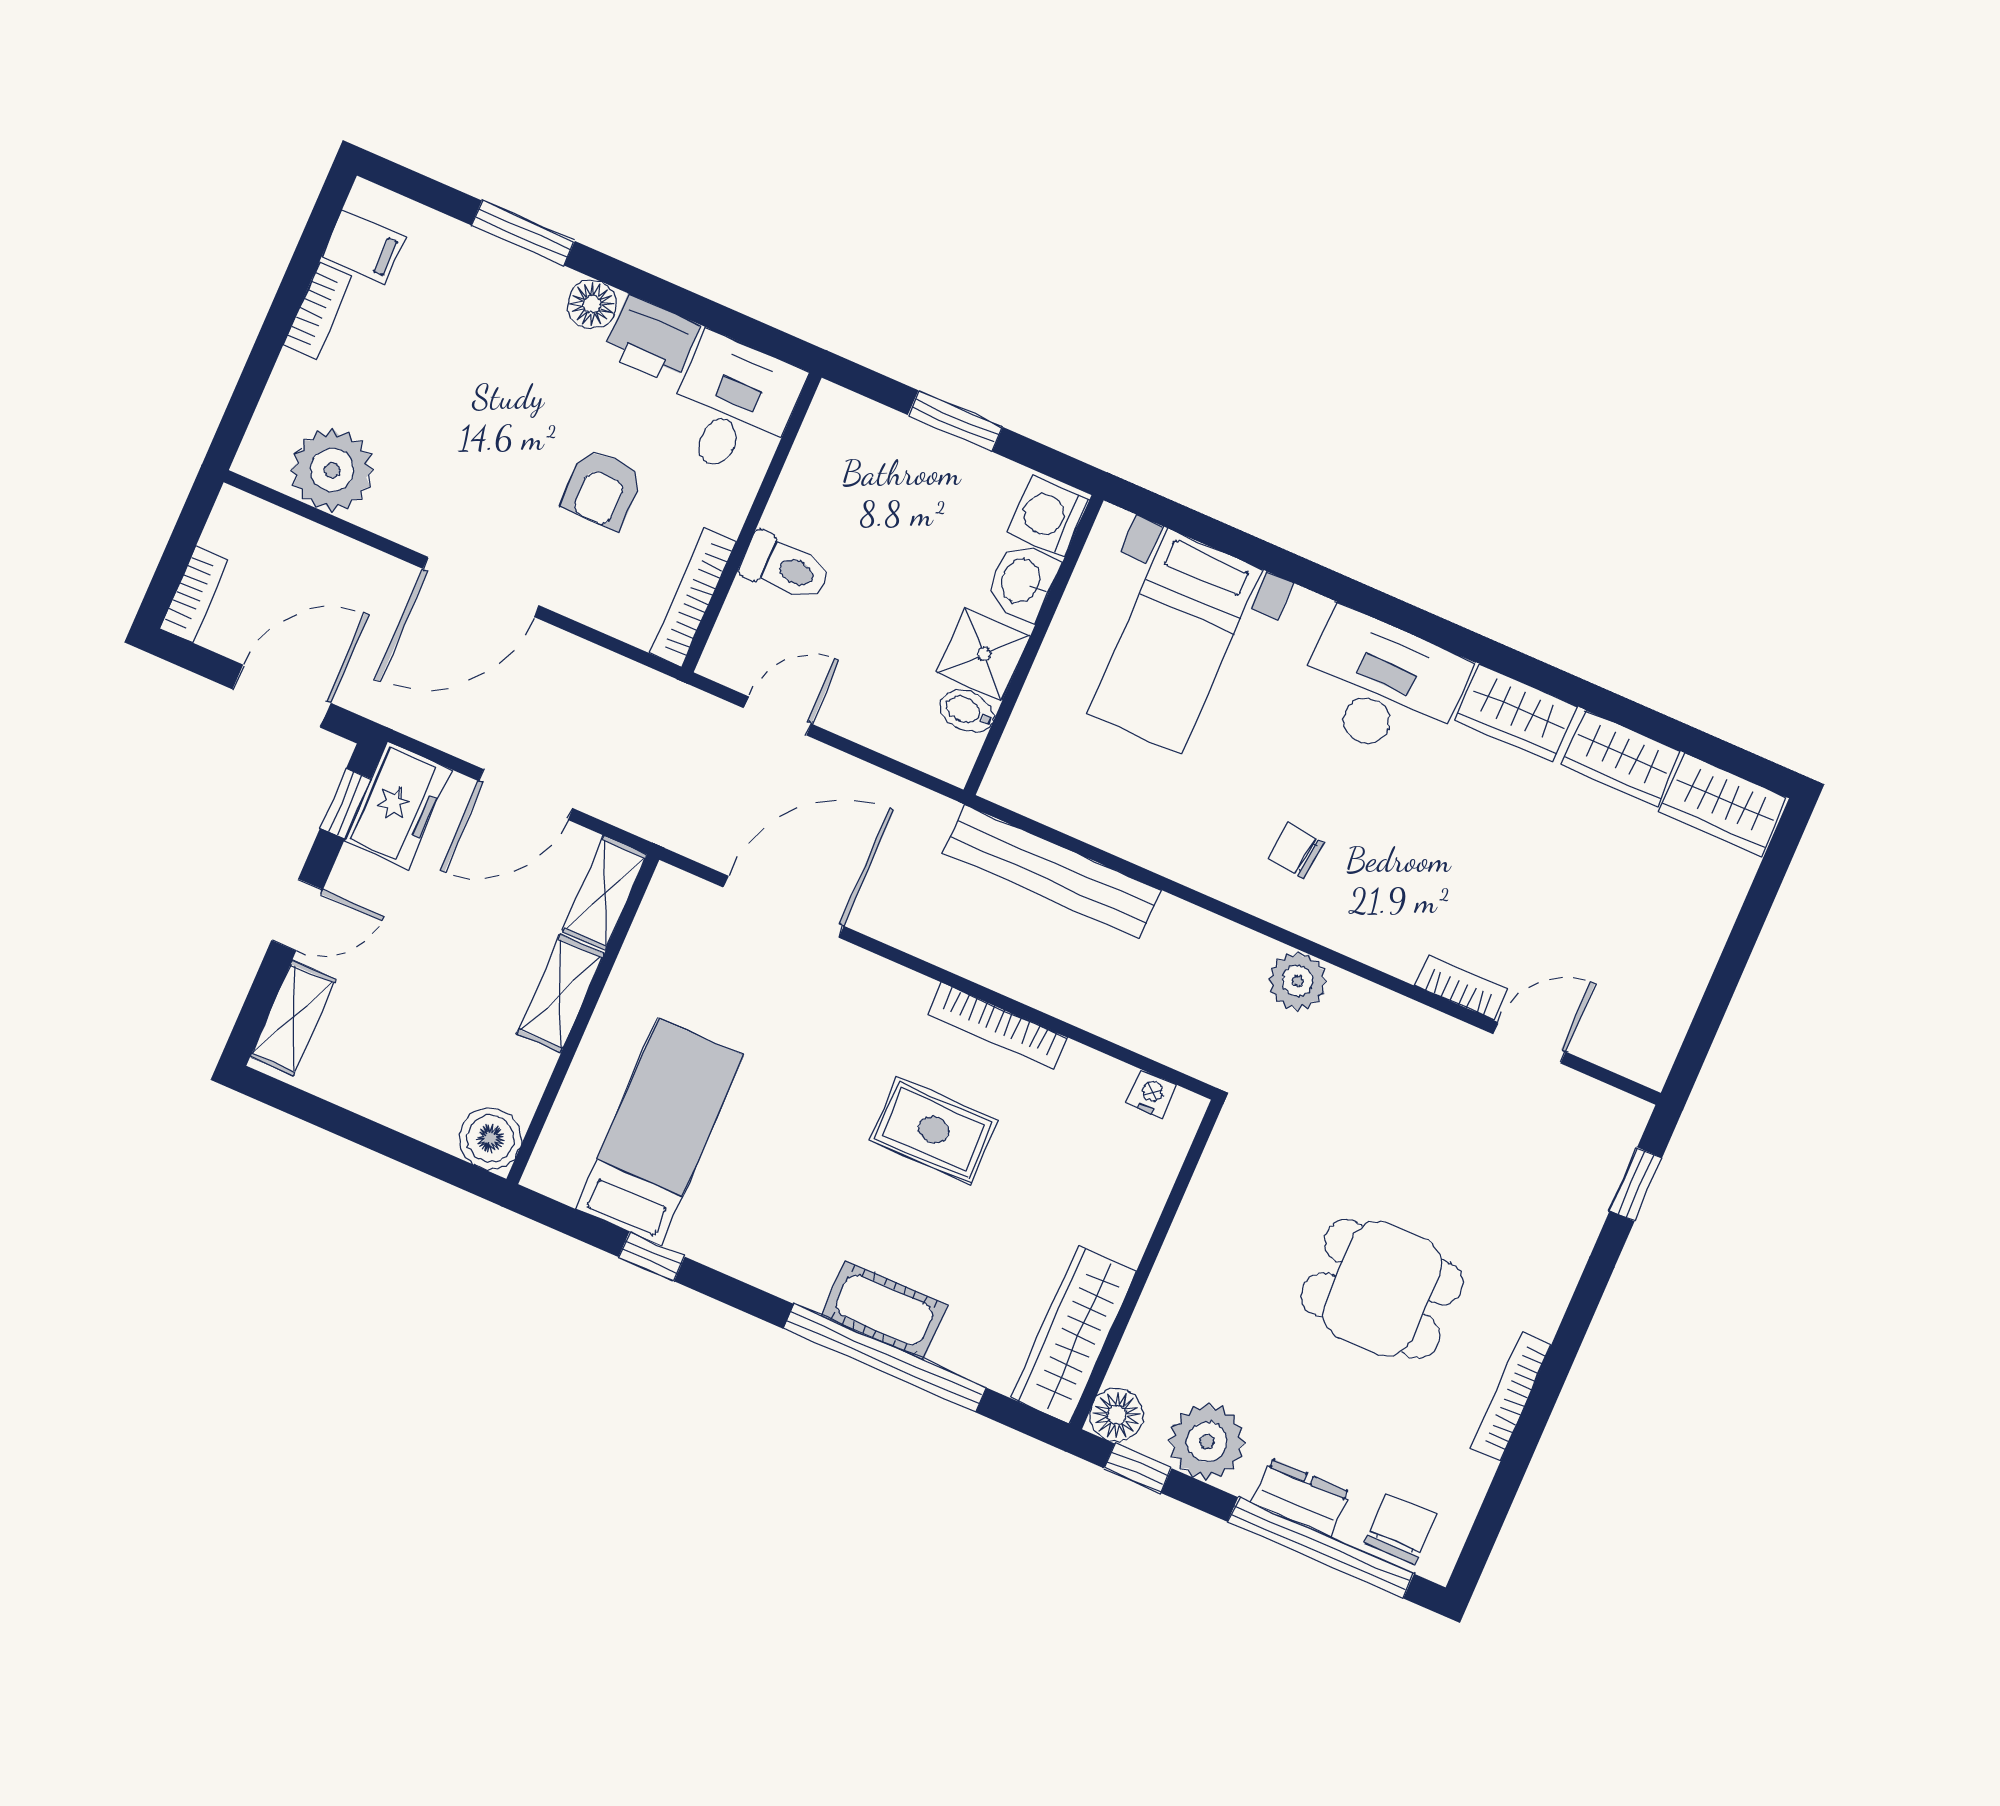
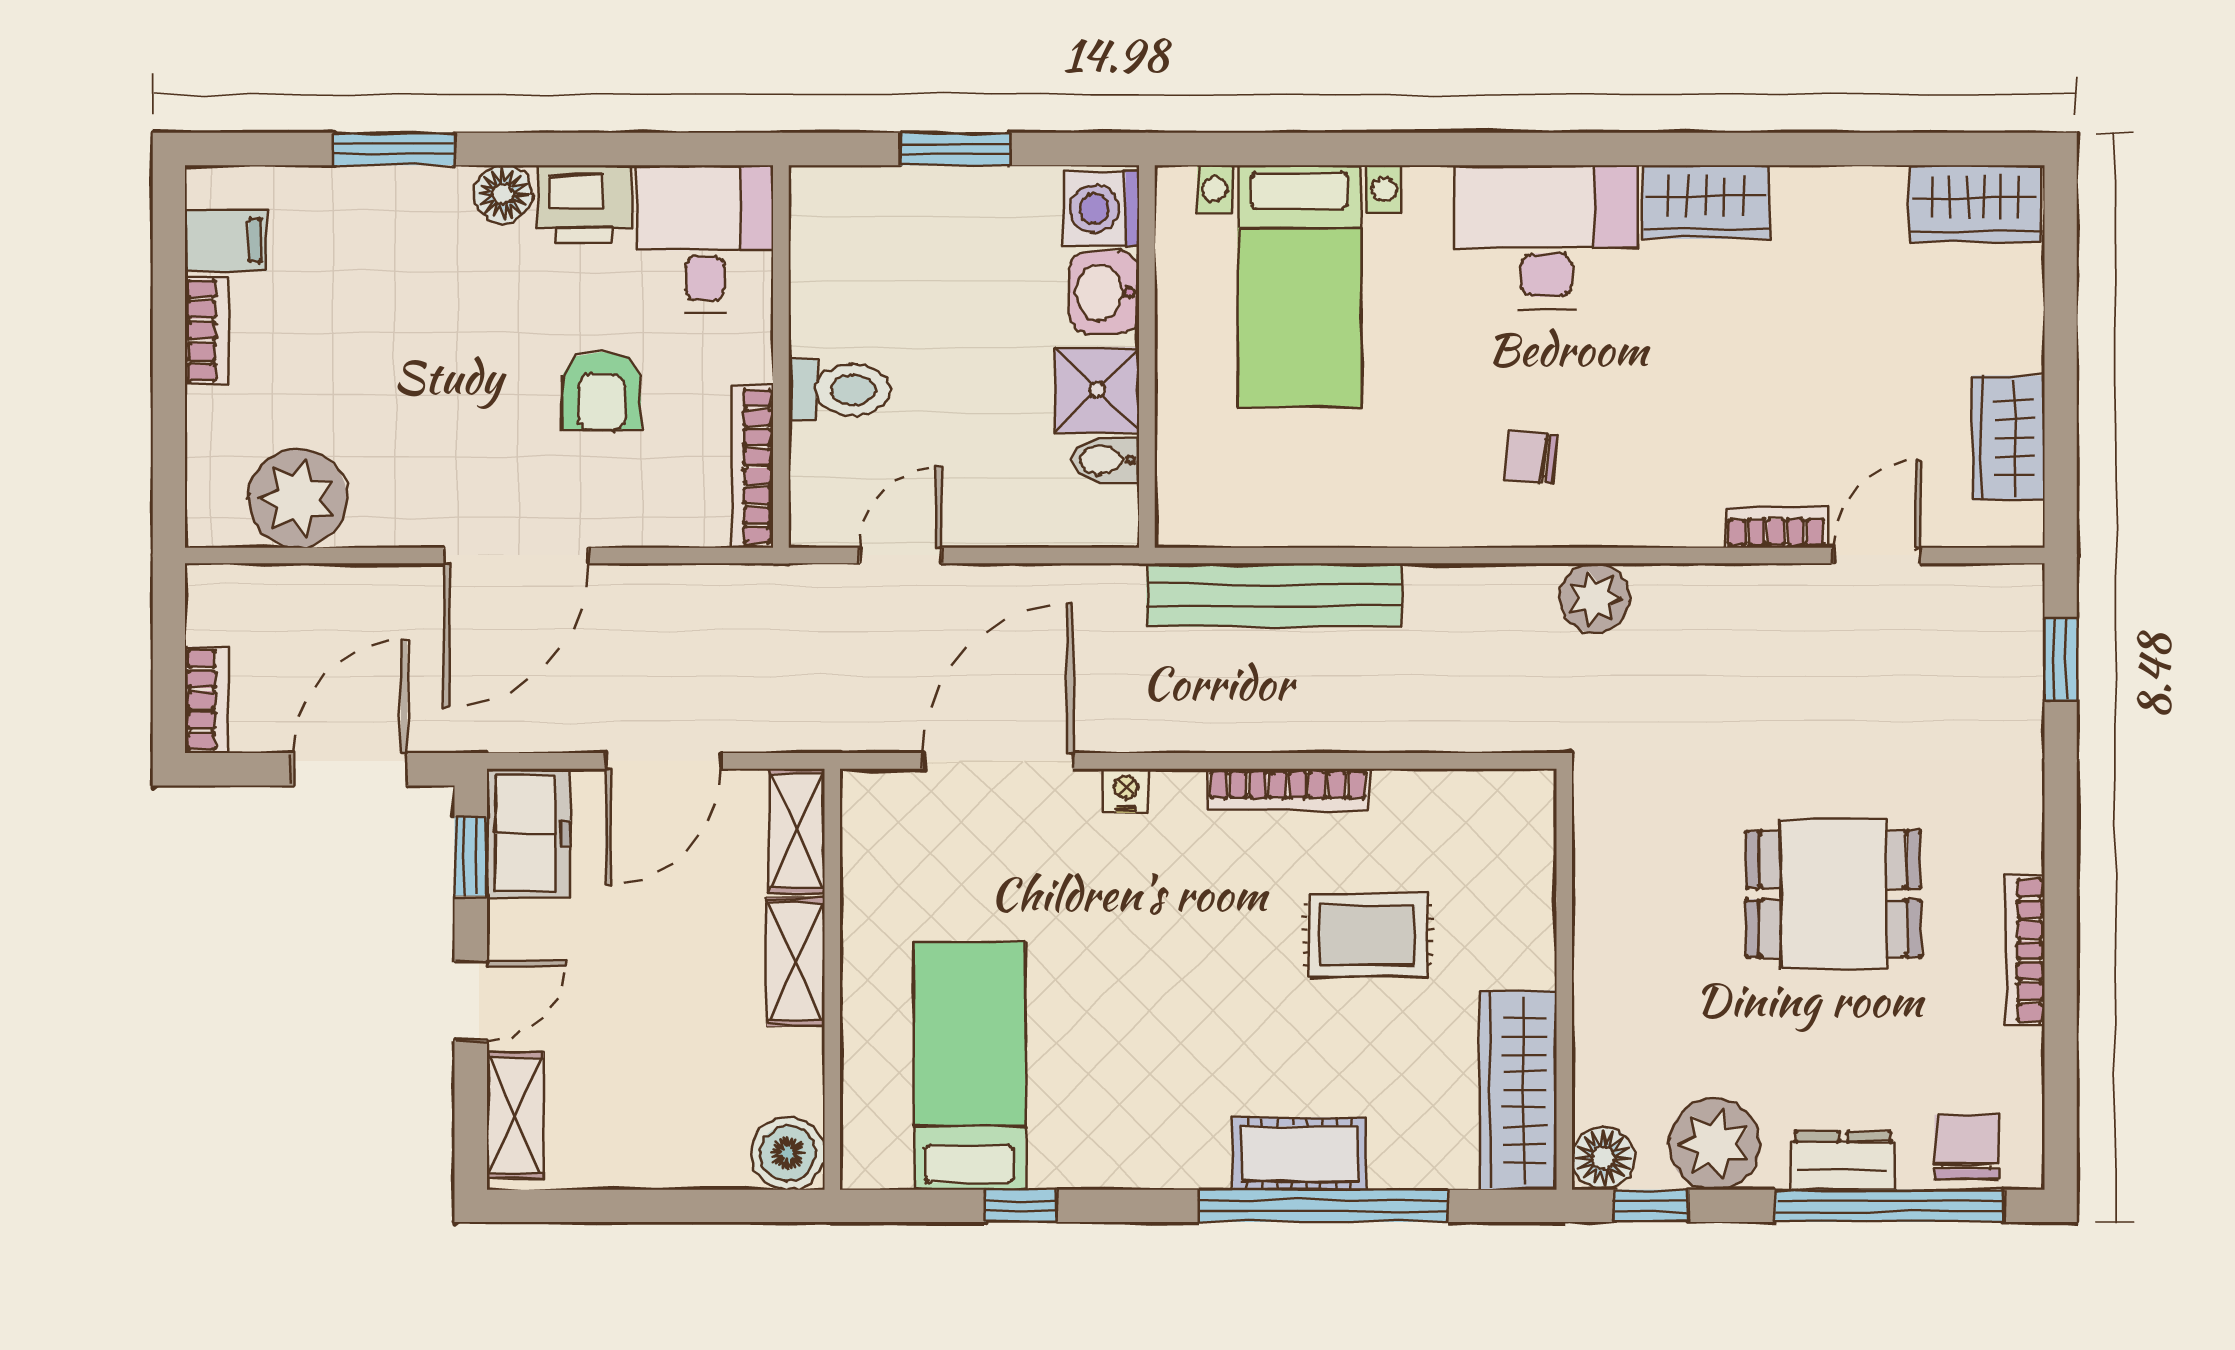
wardrobe: (1621, 758) -> (2008, 438), moved, turned 90
nightstand: (1152, 1094) -> (1126, 791), moved
rug: (933, 1130) -> (1368, 935), moved

